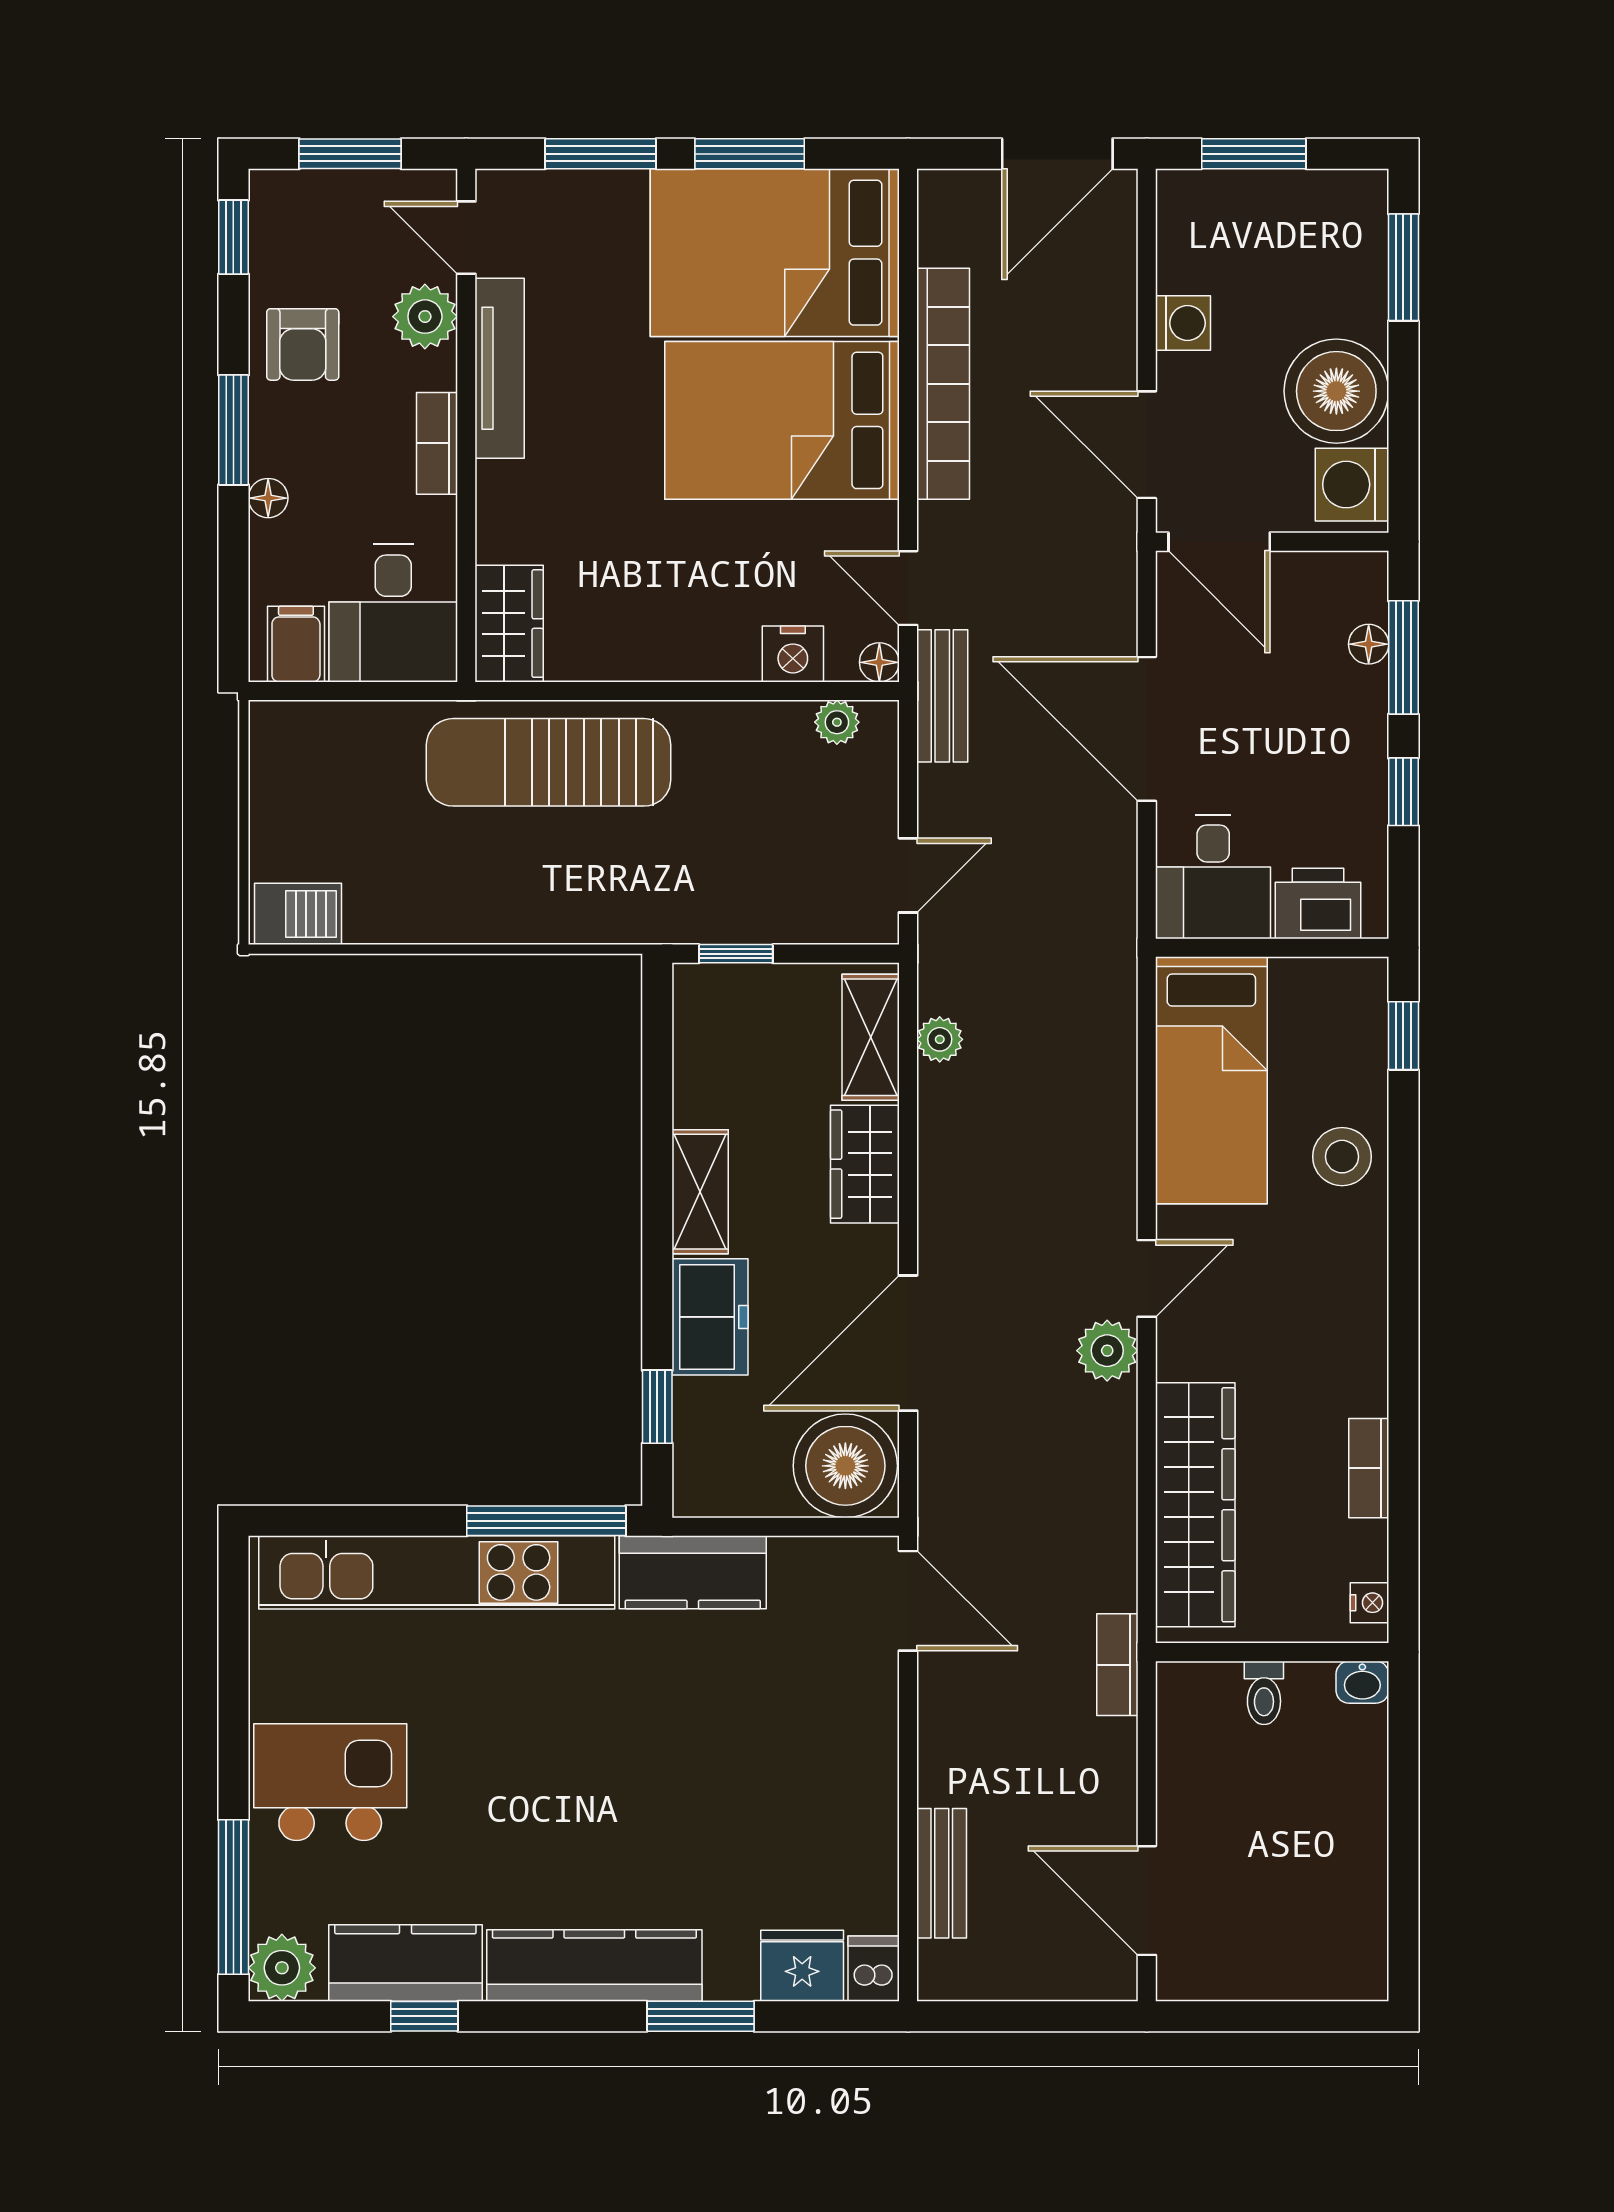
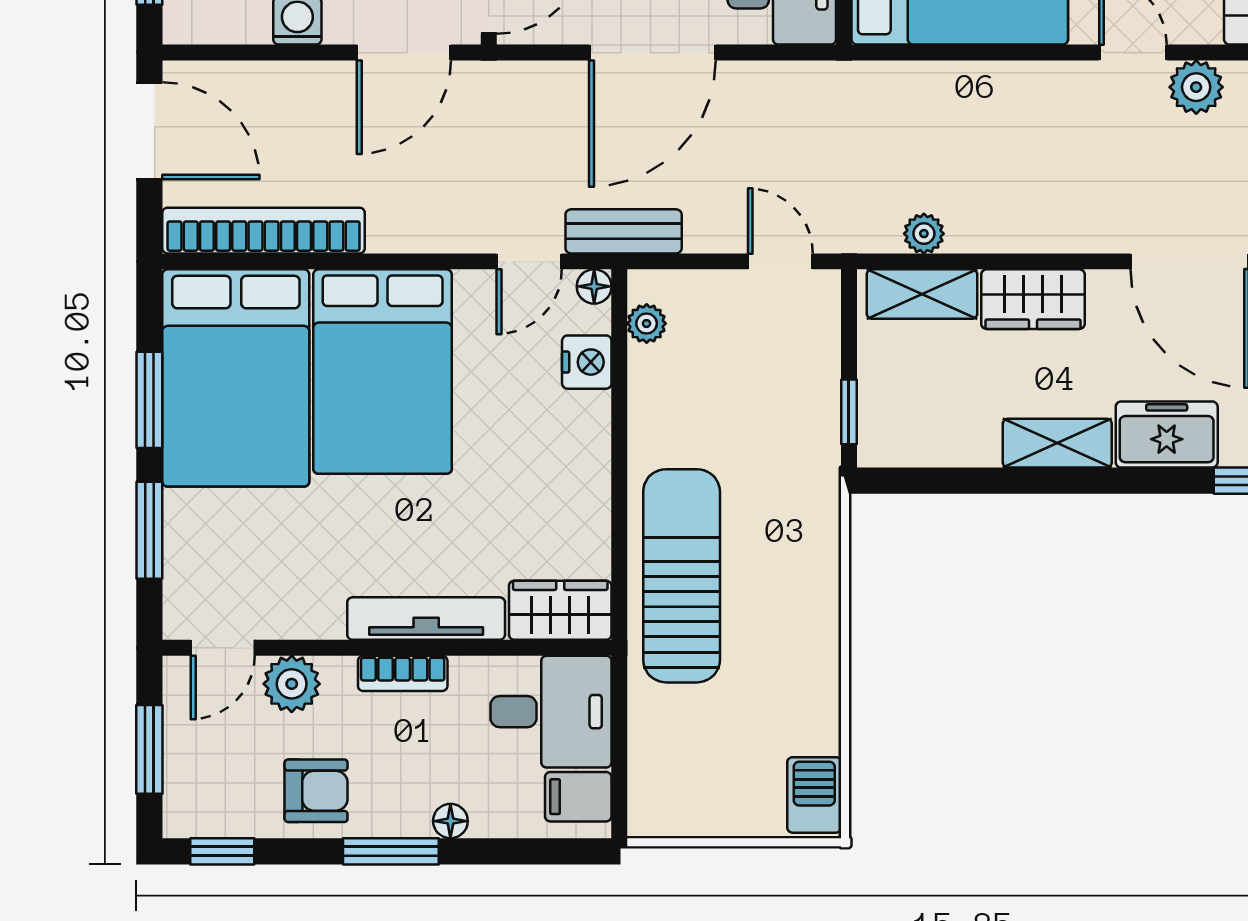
tv unit: (500, 368) -> (426, 619), moved
bookcase: (943, 384) -> (264, 231), moved
sun lounger: (549, 762) -> (682, 576), turned 180

